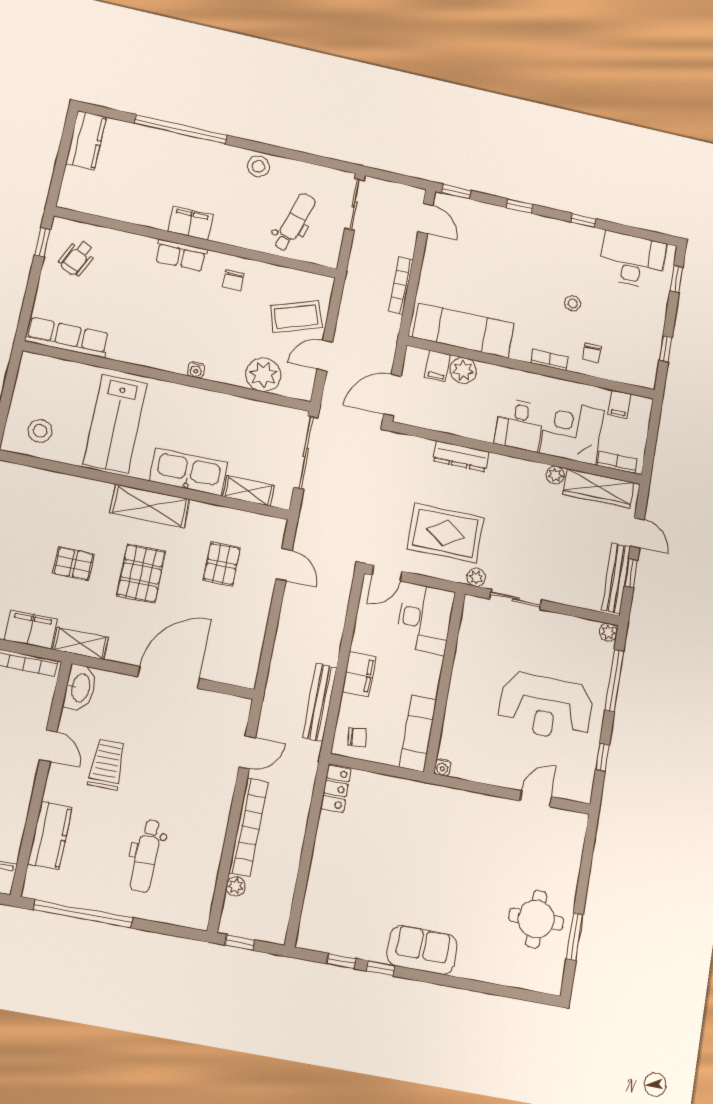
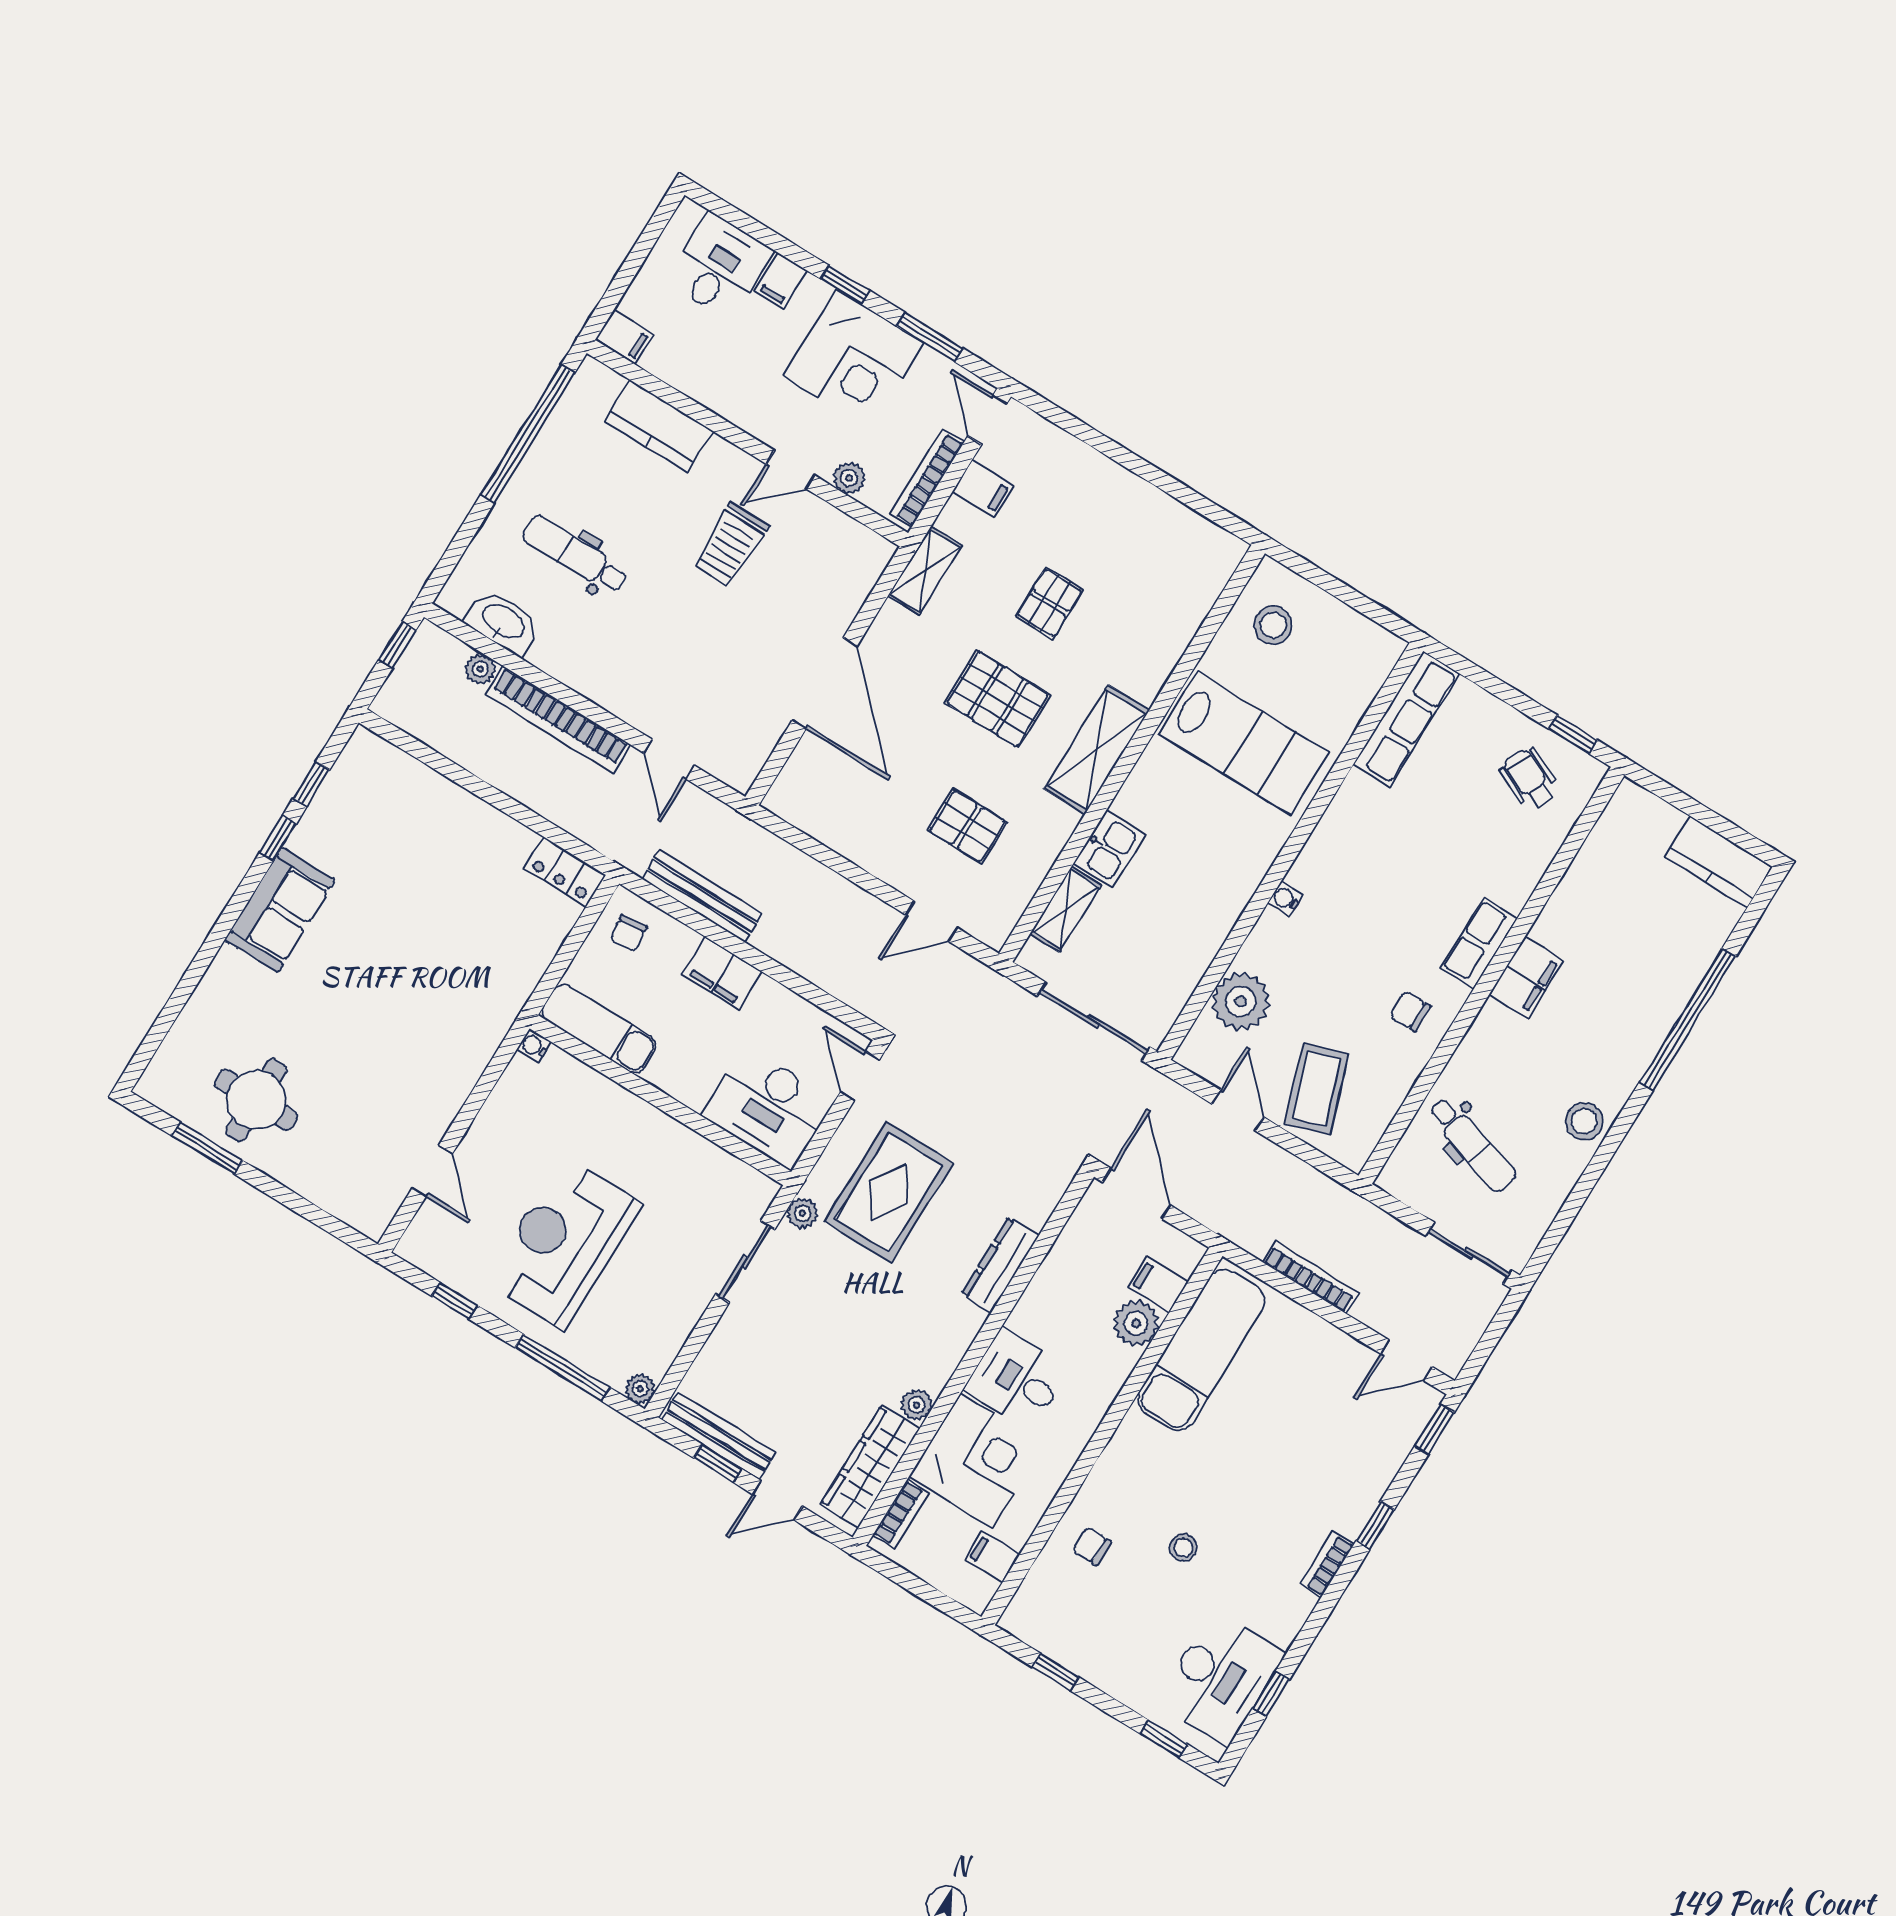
window: (583, 220) -> (1271, 1694), moved
bookcase: (549, 360) -> (1327, 1564), moved, turned 180
lab bench: (115, 424) -> (1244, 743), turned 180
kitchen sink: (189, 472) -> (1109, 849), width x0.53, depth x0.81
filing cabinet: (31, 629) -> (983, 489), width x0.50
washbasin: (80, 688) -> (503, 622), moved, turned 180
plant: (41, 709) -> (849, 478), added
trolley: (107, 764) -> (730, 545), turned 90

